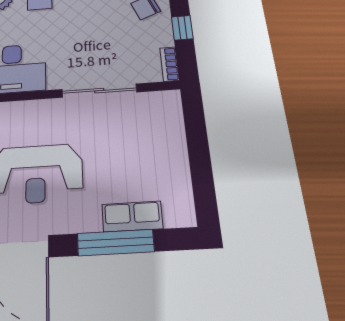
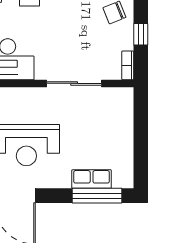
window: (116, 243) -> (97, 196), moved

